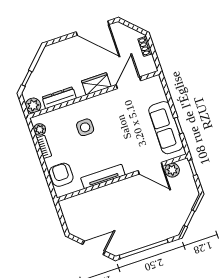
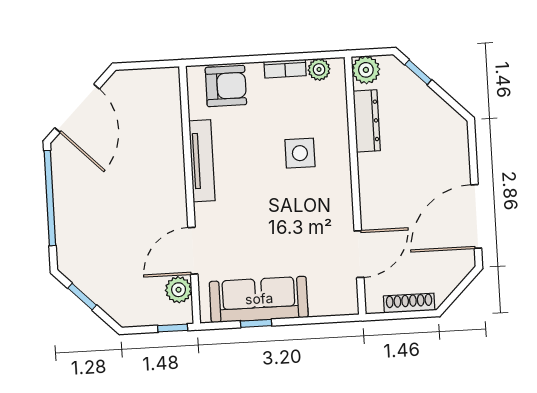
shoe rack: (145, 46) -> (409, 303), width x1.43
door: (128, 83) -> (359, 254), hinge flipped
wardrobe: (96, 84) -> (373, 195), removed
door: (94, 248) -> (77, 108), width x1.36

